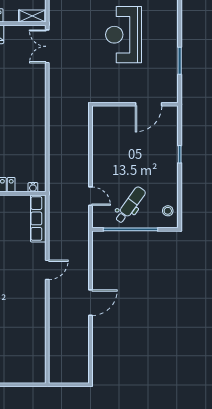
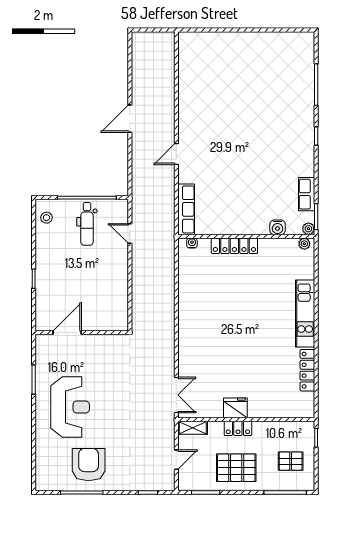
reception desk: (124, 35) -> (70, 407), moved
dental chair: (130, 205) -> (87, 224), turned -36

